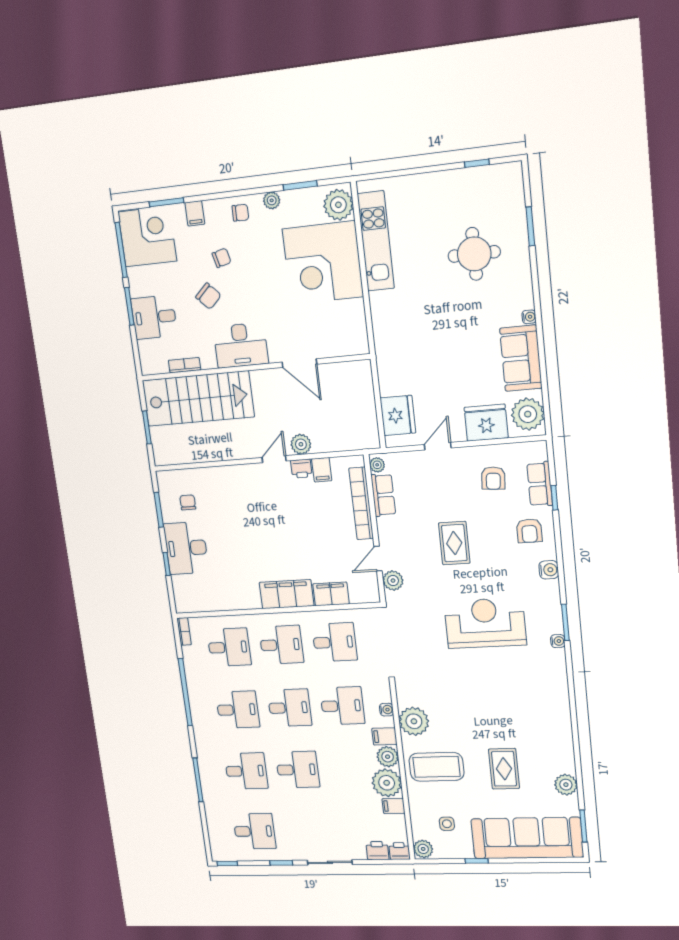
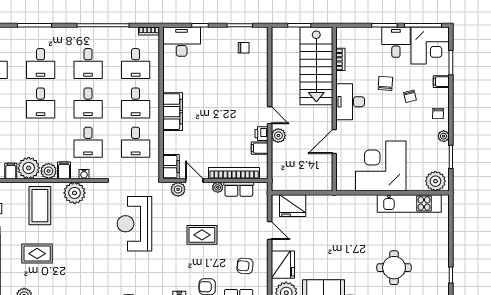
corner desk: (323, 263) -> (381, 166), moved
chair: (208, 296) -> (385, 83), turned 138
desk: (154, 317) -> (396, 42), moved
plant: (377, 465) -> (218, 187), moved
desk: (186, 548) -> (182, 42), moved
filing cabinet: (331, 594) -> (171, 167), moved
reception desk: (485, 623) -> (134, 224), moved, turned 180

